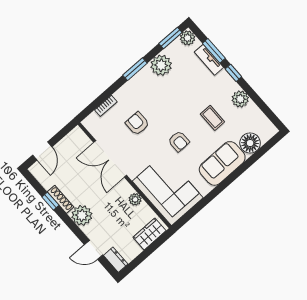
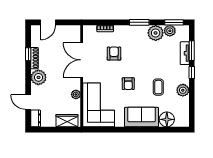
plant: (188, 38) -> (170, 31), moved

